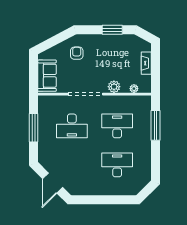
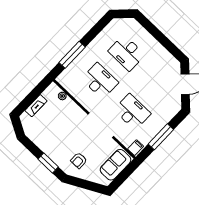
window: (112, 30) -> (48, 163), moved
plant: (114, 87) -> (75, 111), removed
filing cabinet: (44, 102) -> (136, 148), added
desk: (117, 126) -> (100, 81), turned 180

